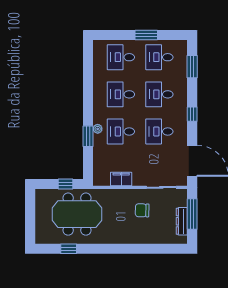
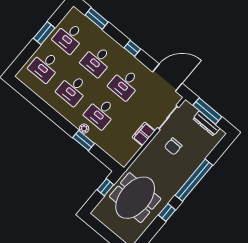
filing cabinet: (121, 179) -> (144, 134), moved
window: (69, 249) -> (167, 212), moved
window: (129, 249) -> (194, 180), added

